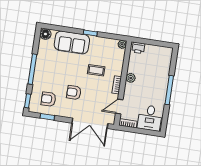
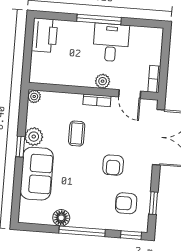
floor lamp: (45, 34) -> (61, 218), moved
plant: (96, 42) -> (34, 137), added
printer: (138, 48) -> (44, 35), moved, width x1.87, depth x1.48
plant: (131, 78) -> (103, 81), moved
armchair: (48, 99) -> (126, 203), turned 90
desk: (150, 118) -> (111, 42), moved, turned -90

